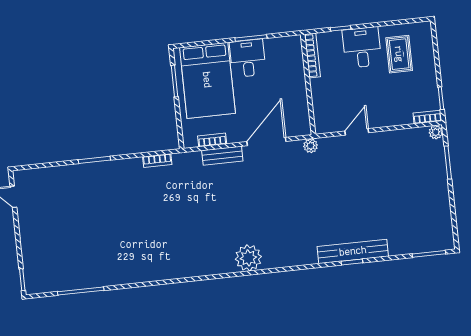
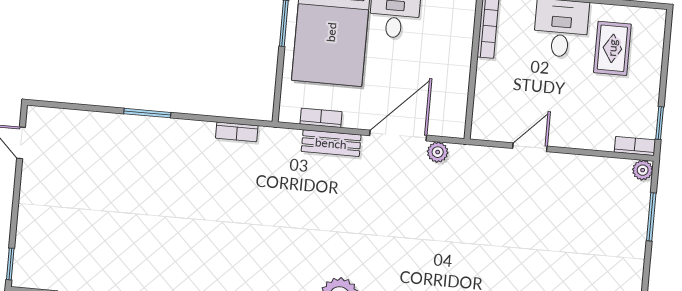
plant: (311, 146) -> (438, 152), moved

